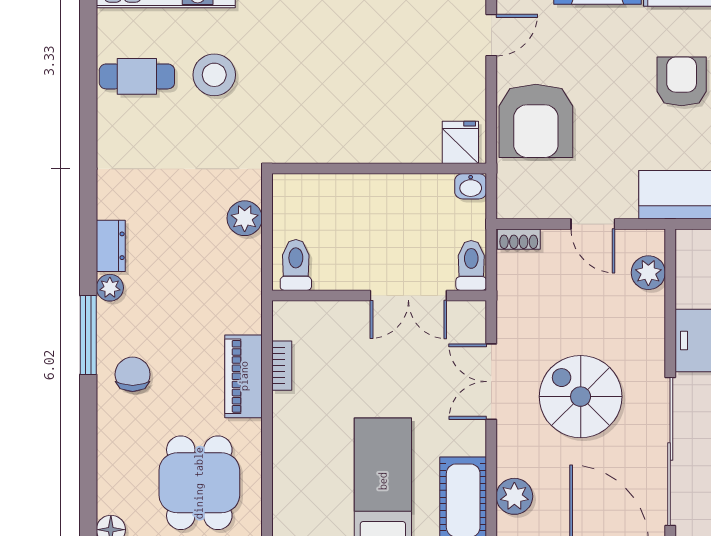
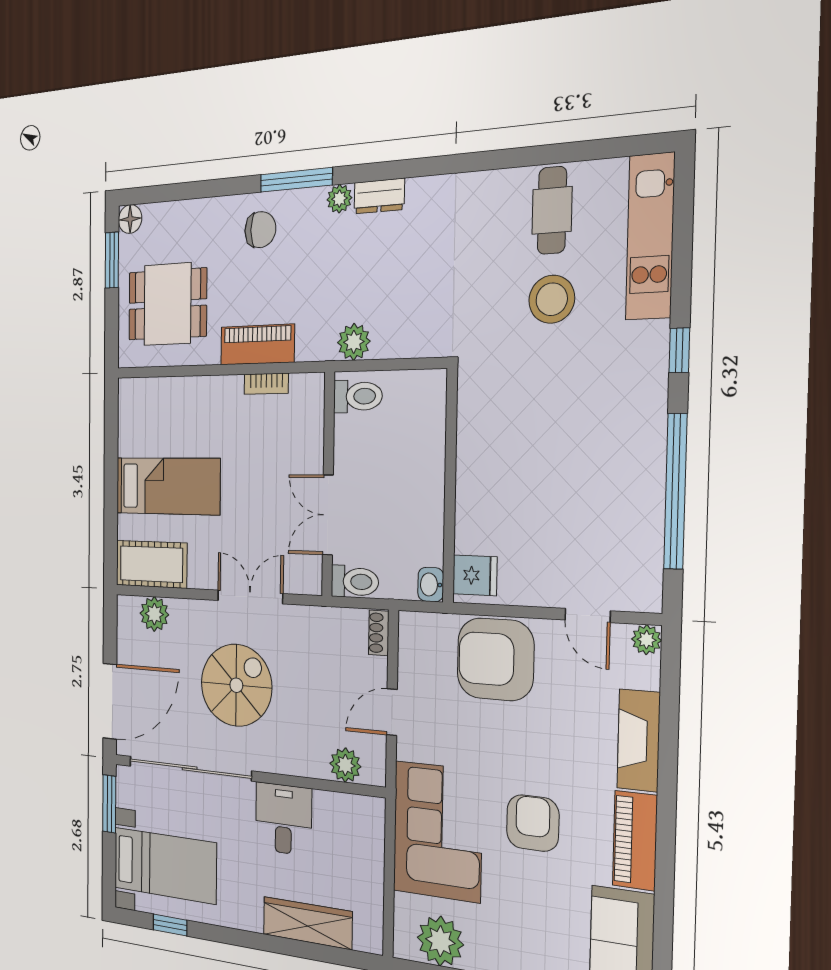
armchair: (682, 81) -> (533, 823), turned -90
plant: (245, 218) -> (354, 342), moved

